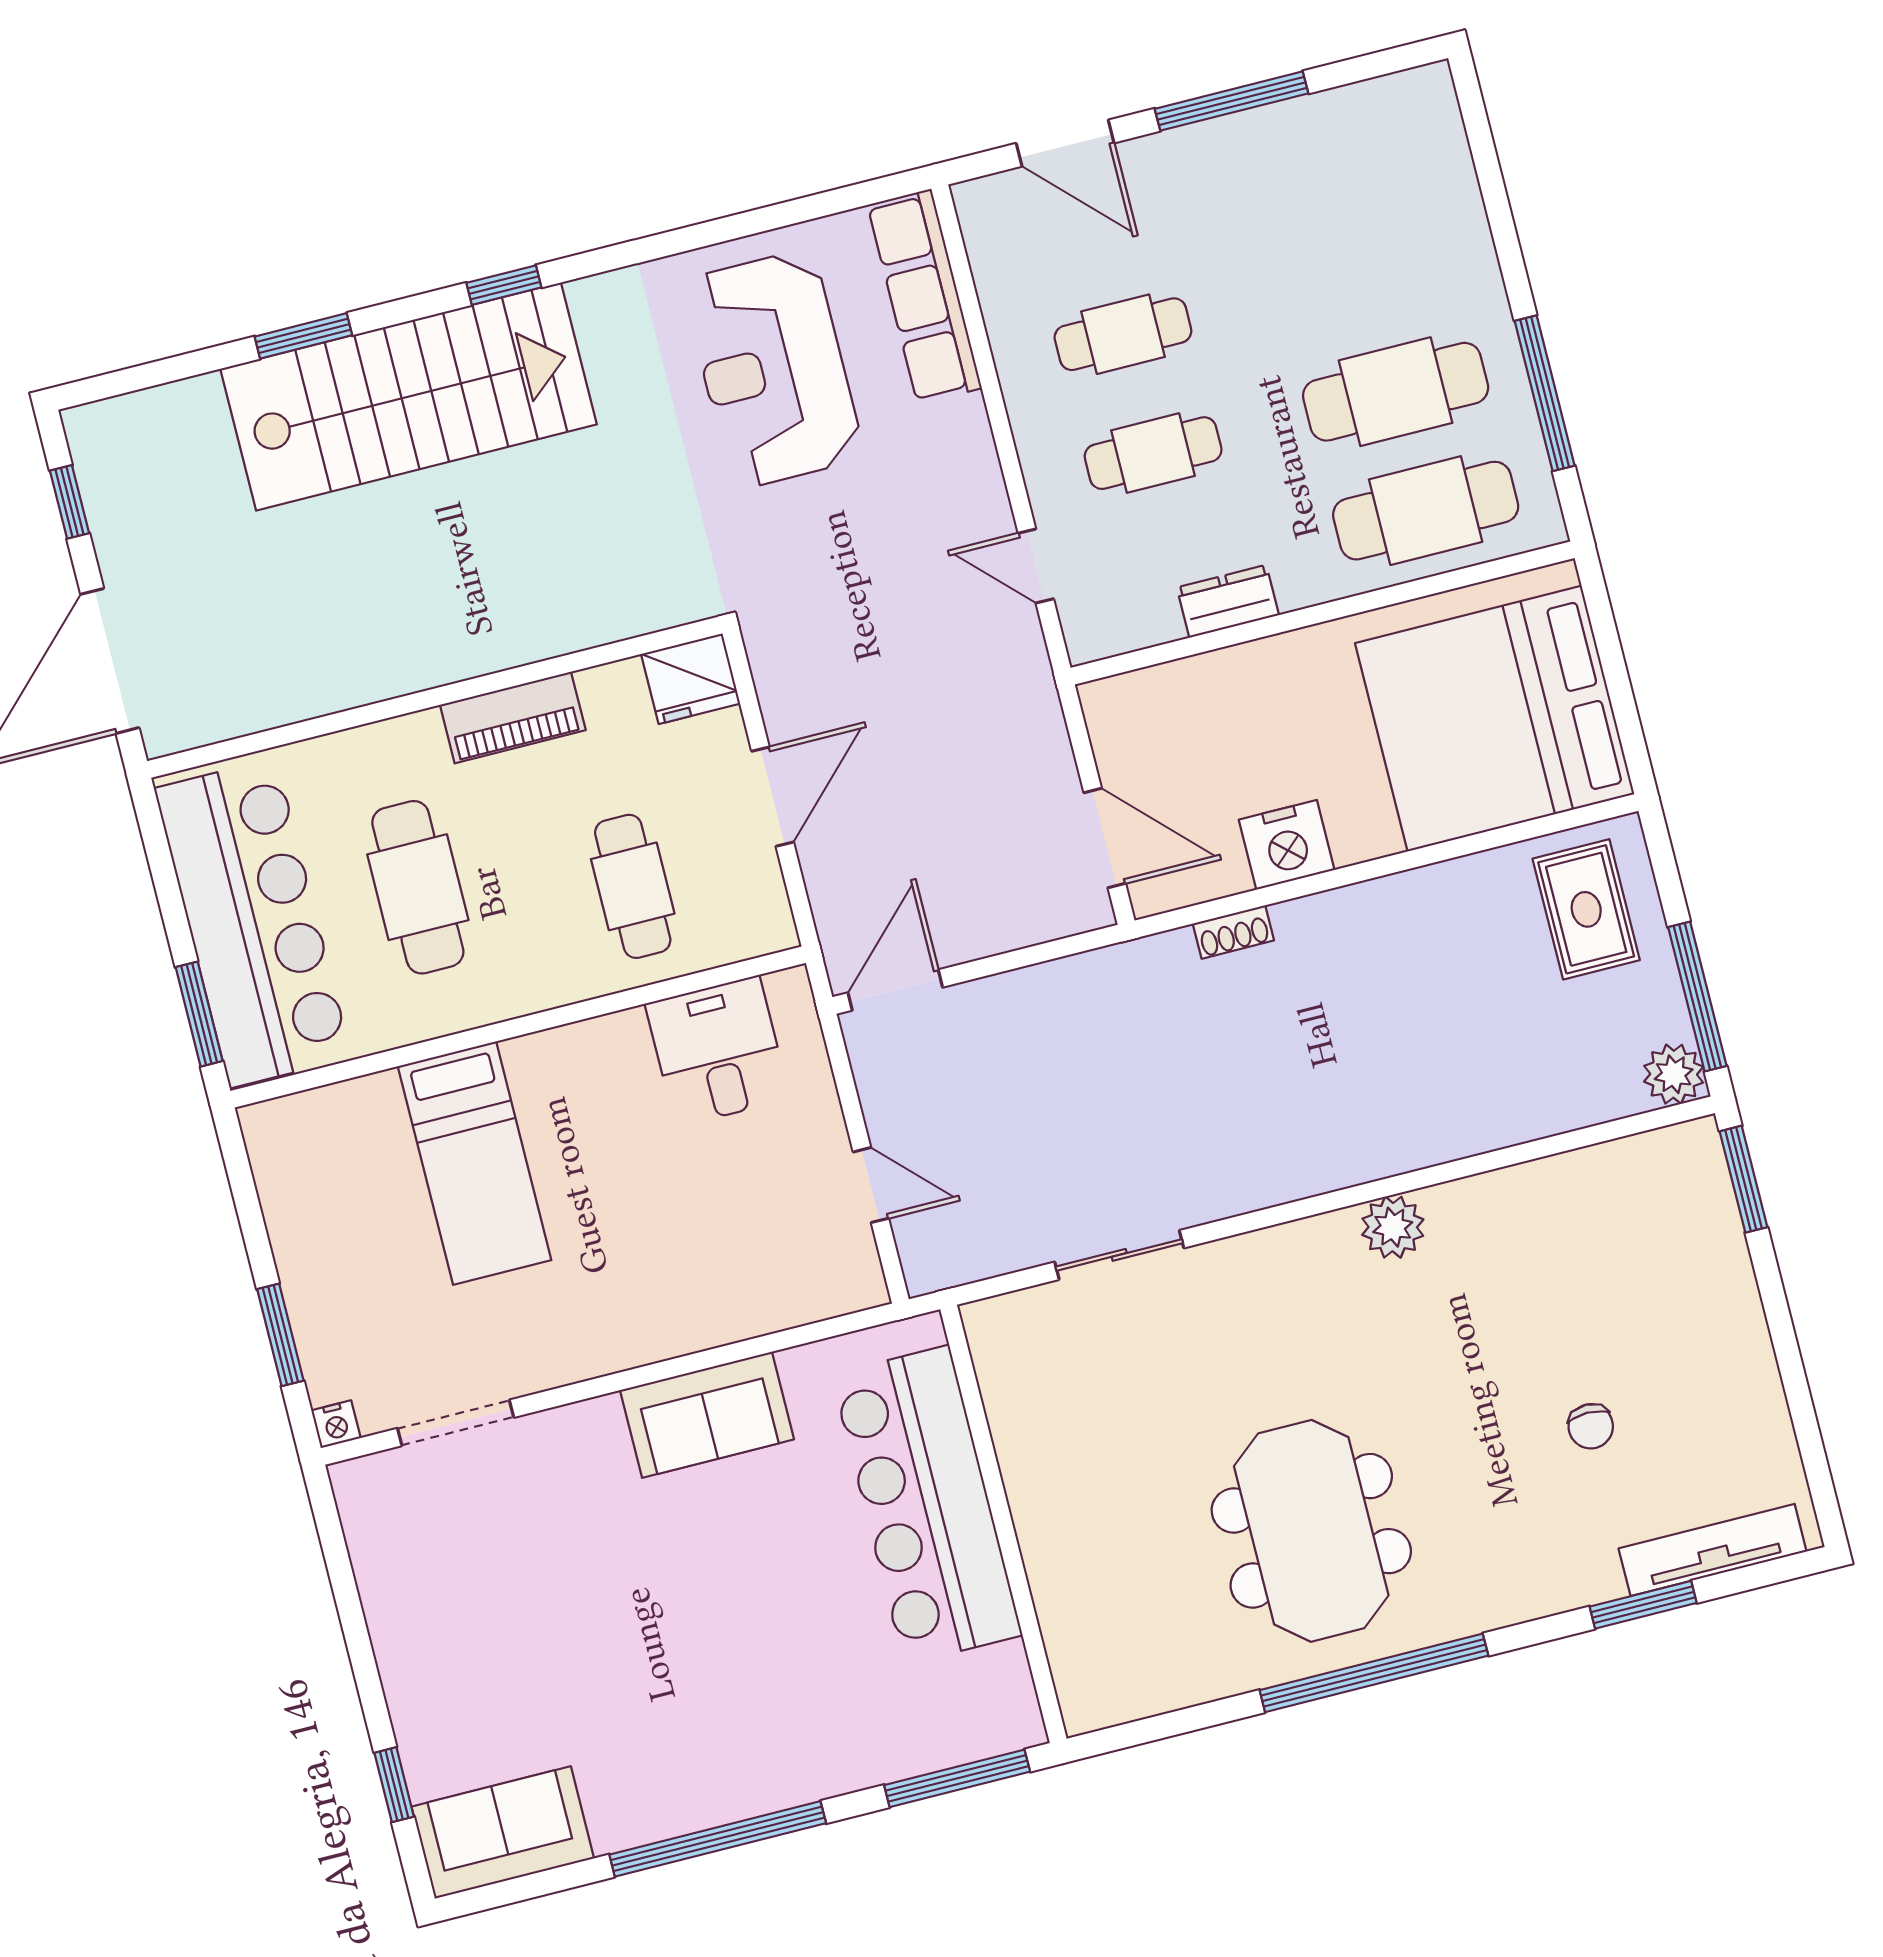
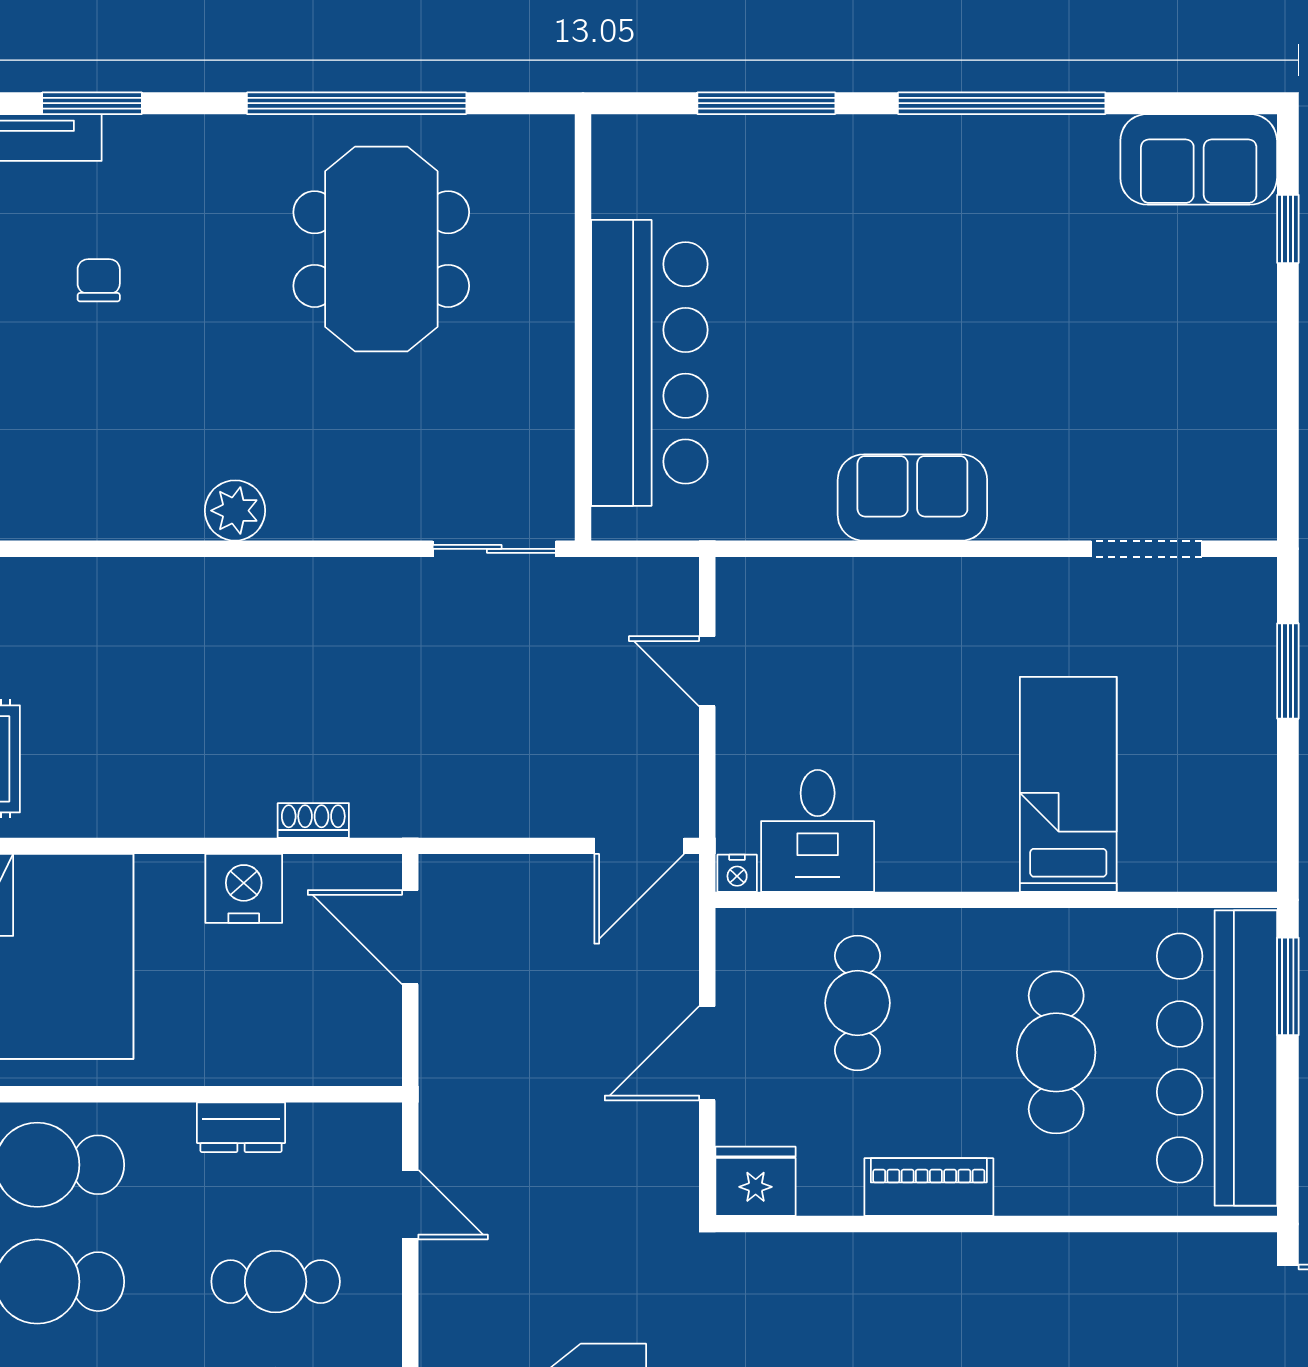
nightstand: (336, 1424) -> (737, 873), moved, turned 180
bar counter: (927, 1505) -> (649, 363), moved
wall: (1003, 1524) -> (583, 327), moved

